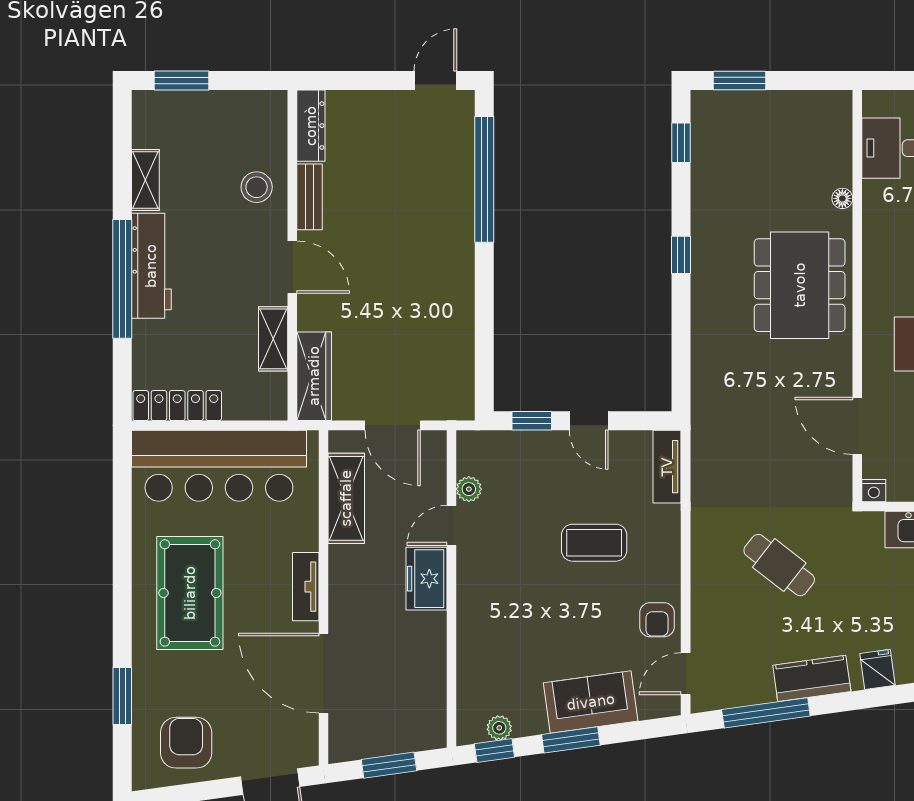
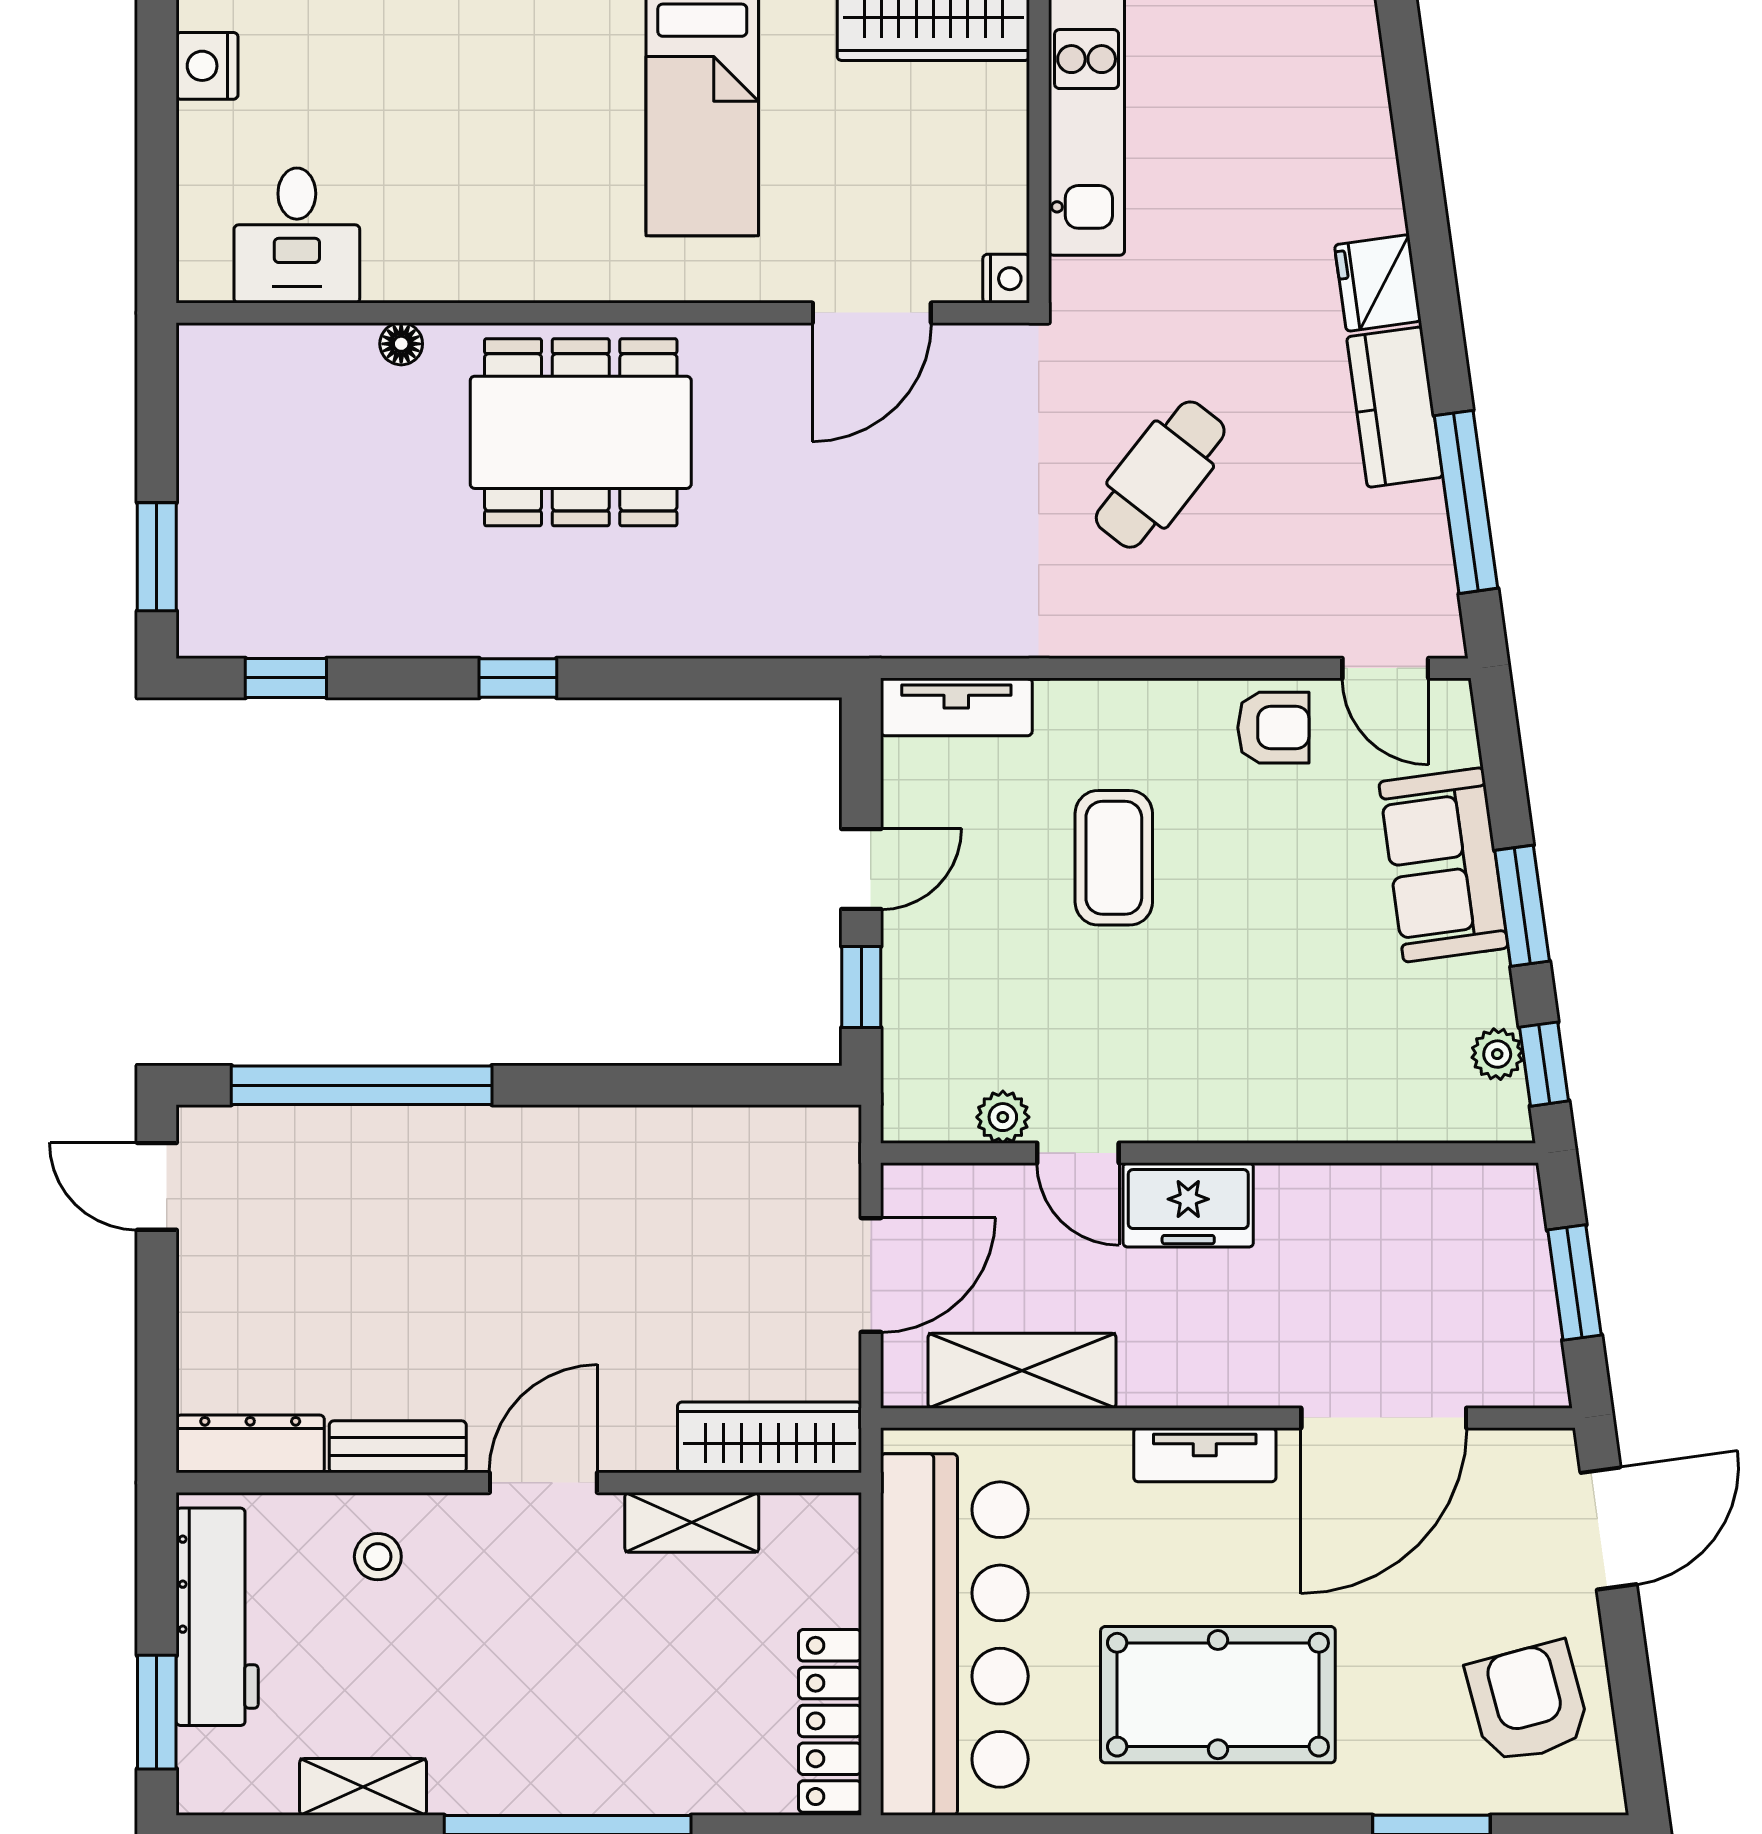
stool: (257, 187) -> (378, 1557), width x0.73, depth x0.73
workbench: (151, 266) -> (217, 1617), moved, turned 90
fridge: (878, 669) -> (1378, 283), width x1.38
armchair: (186, 743) -> (1528, 1702), turned 75

